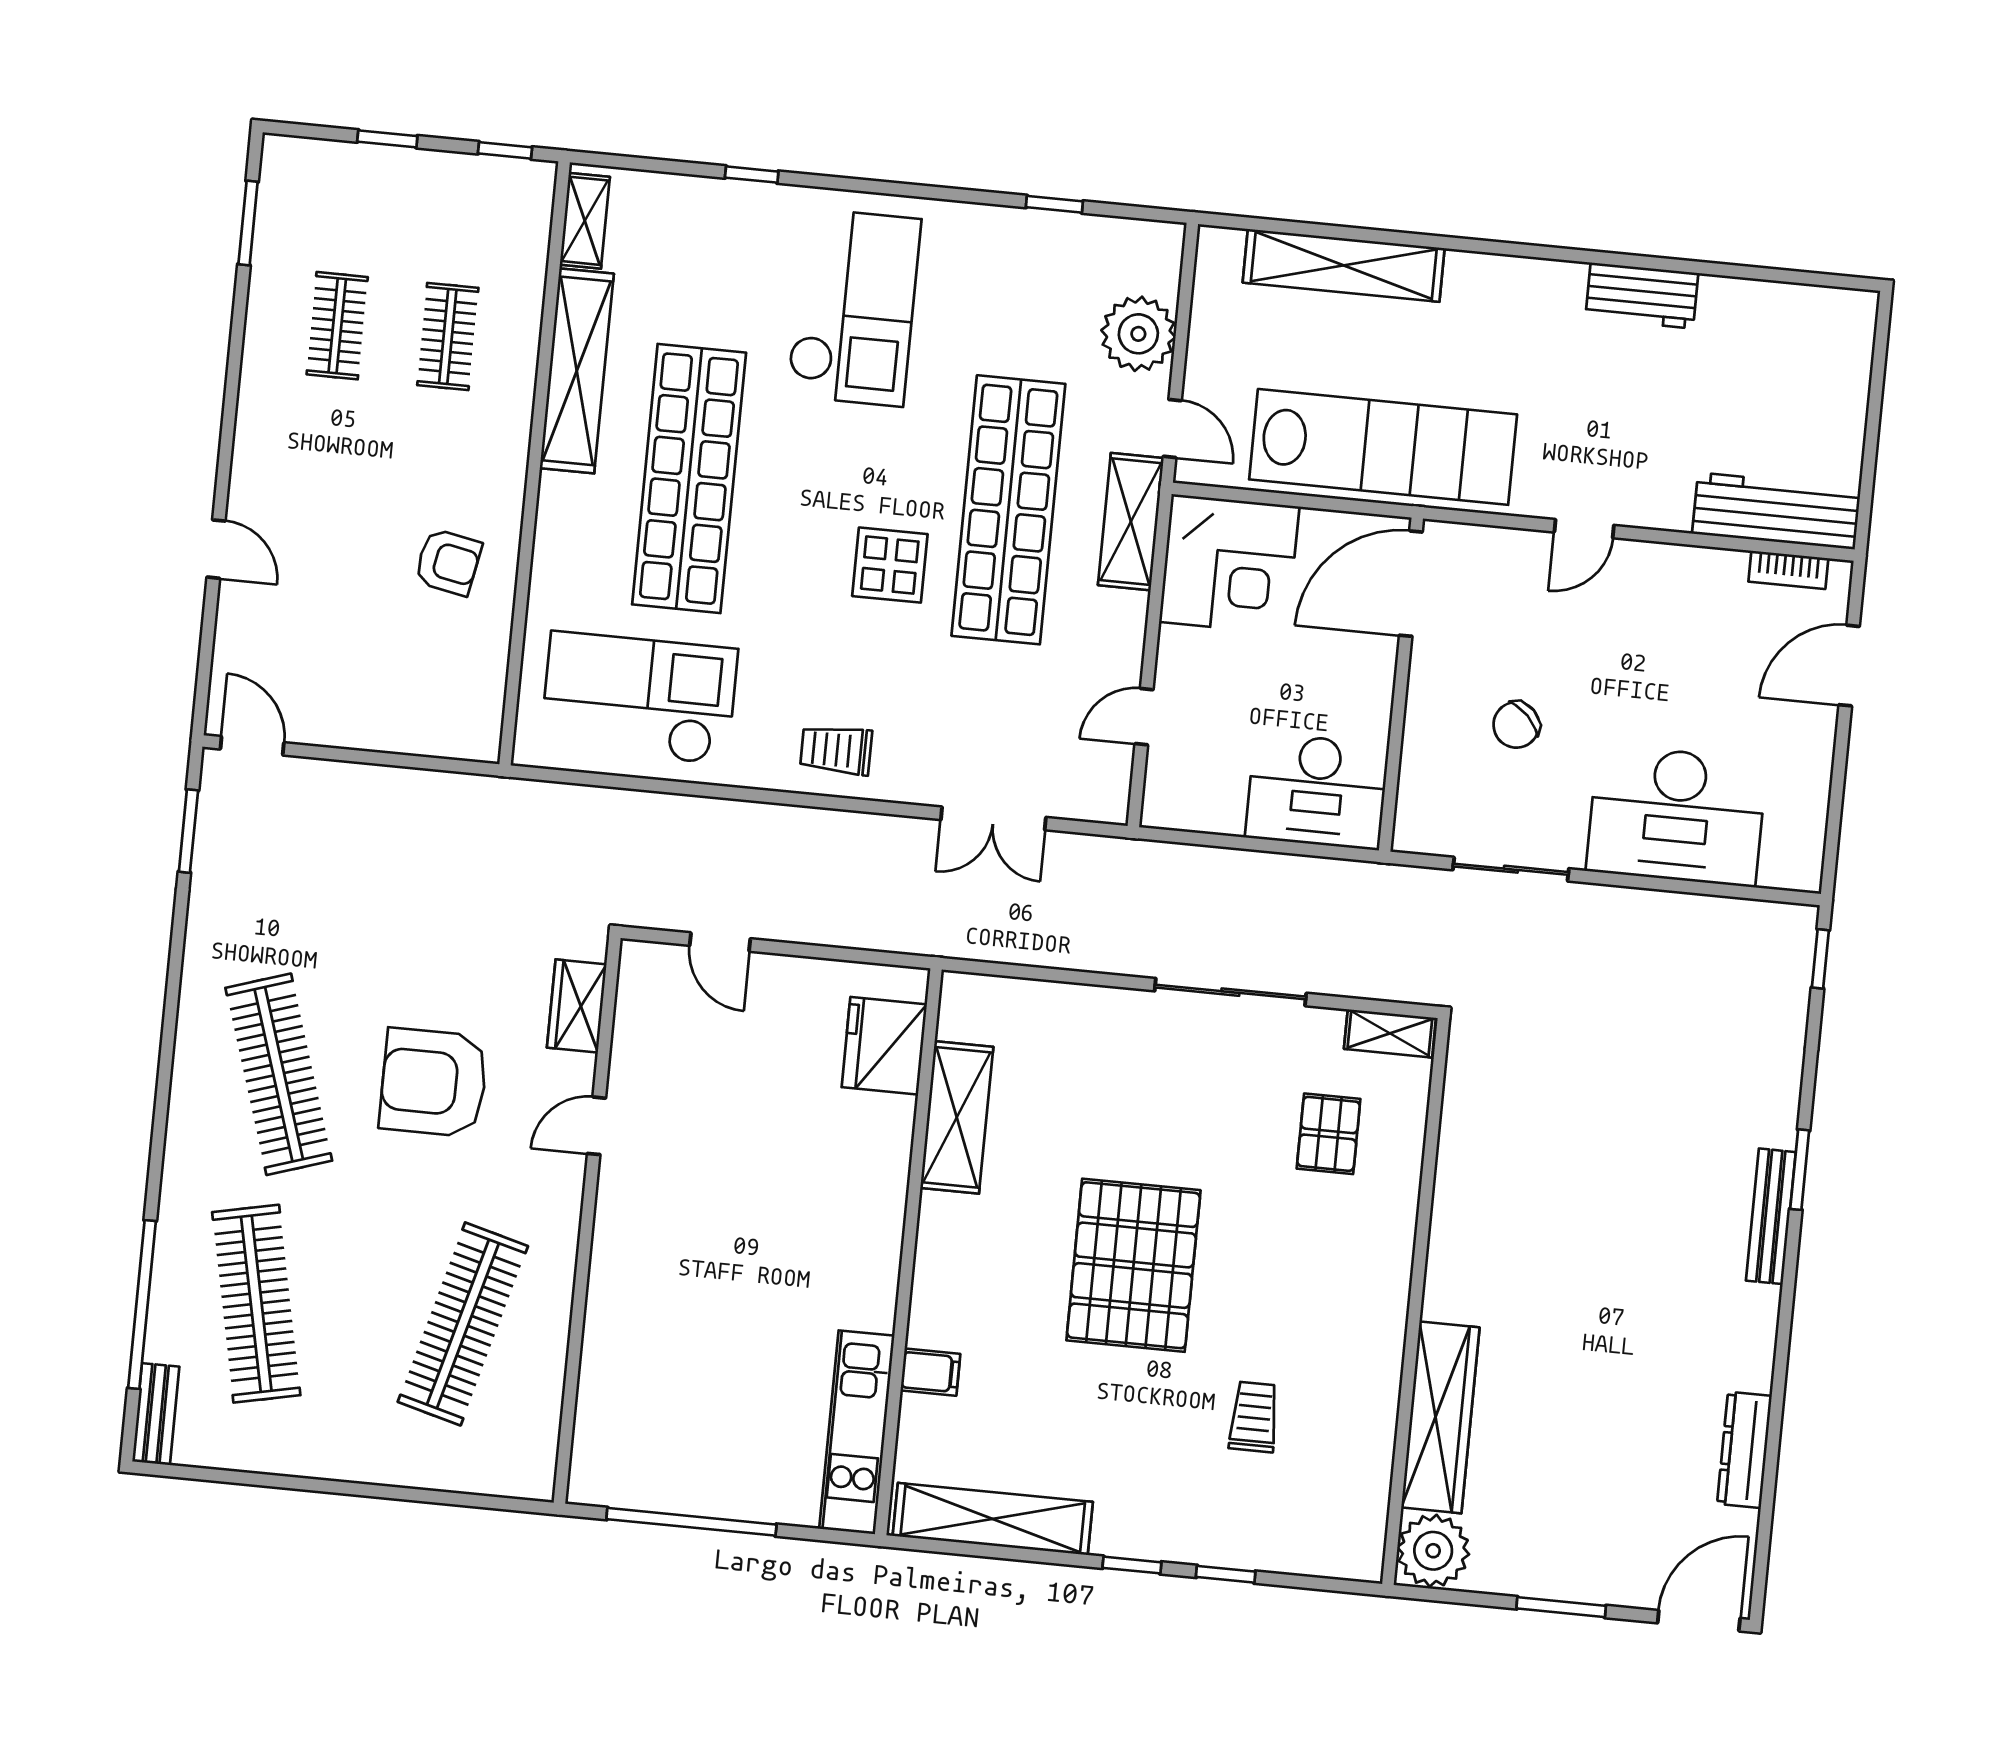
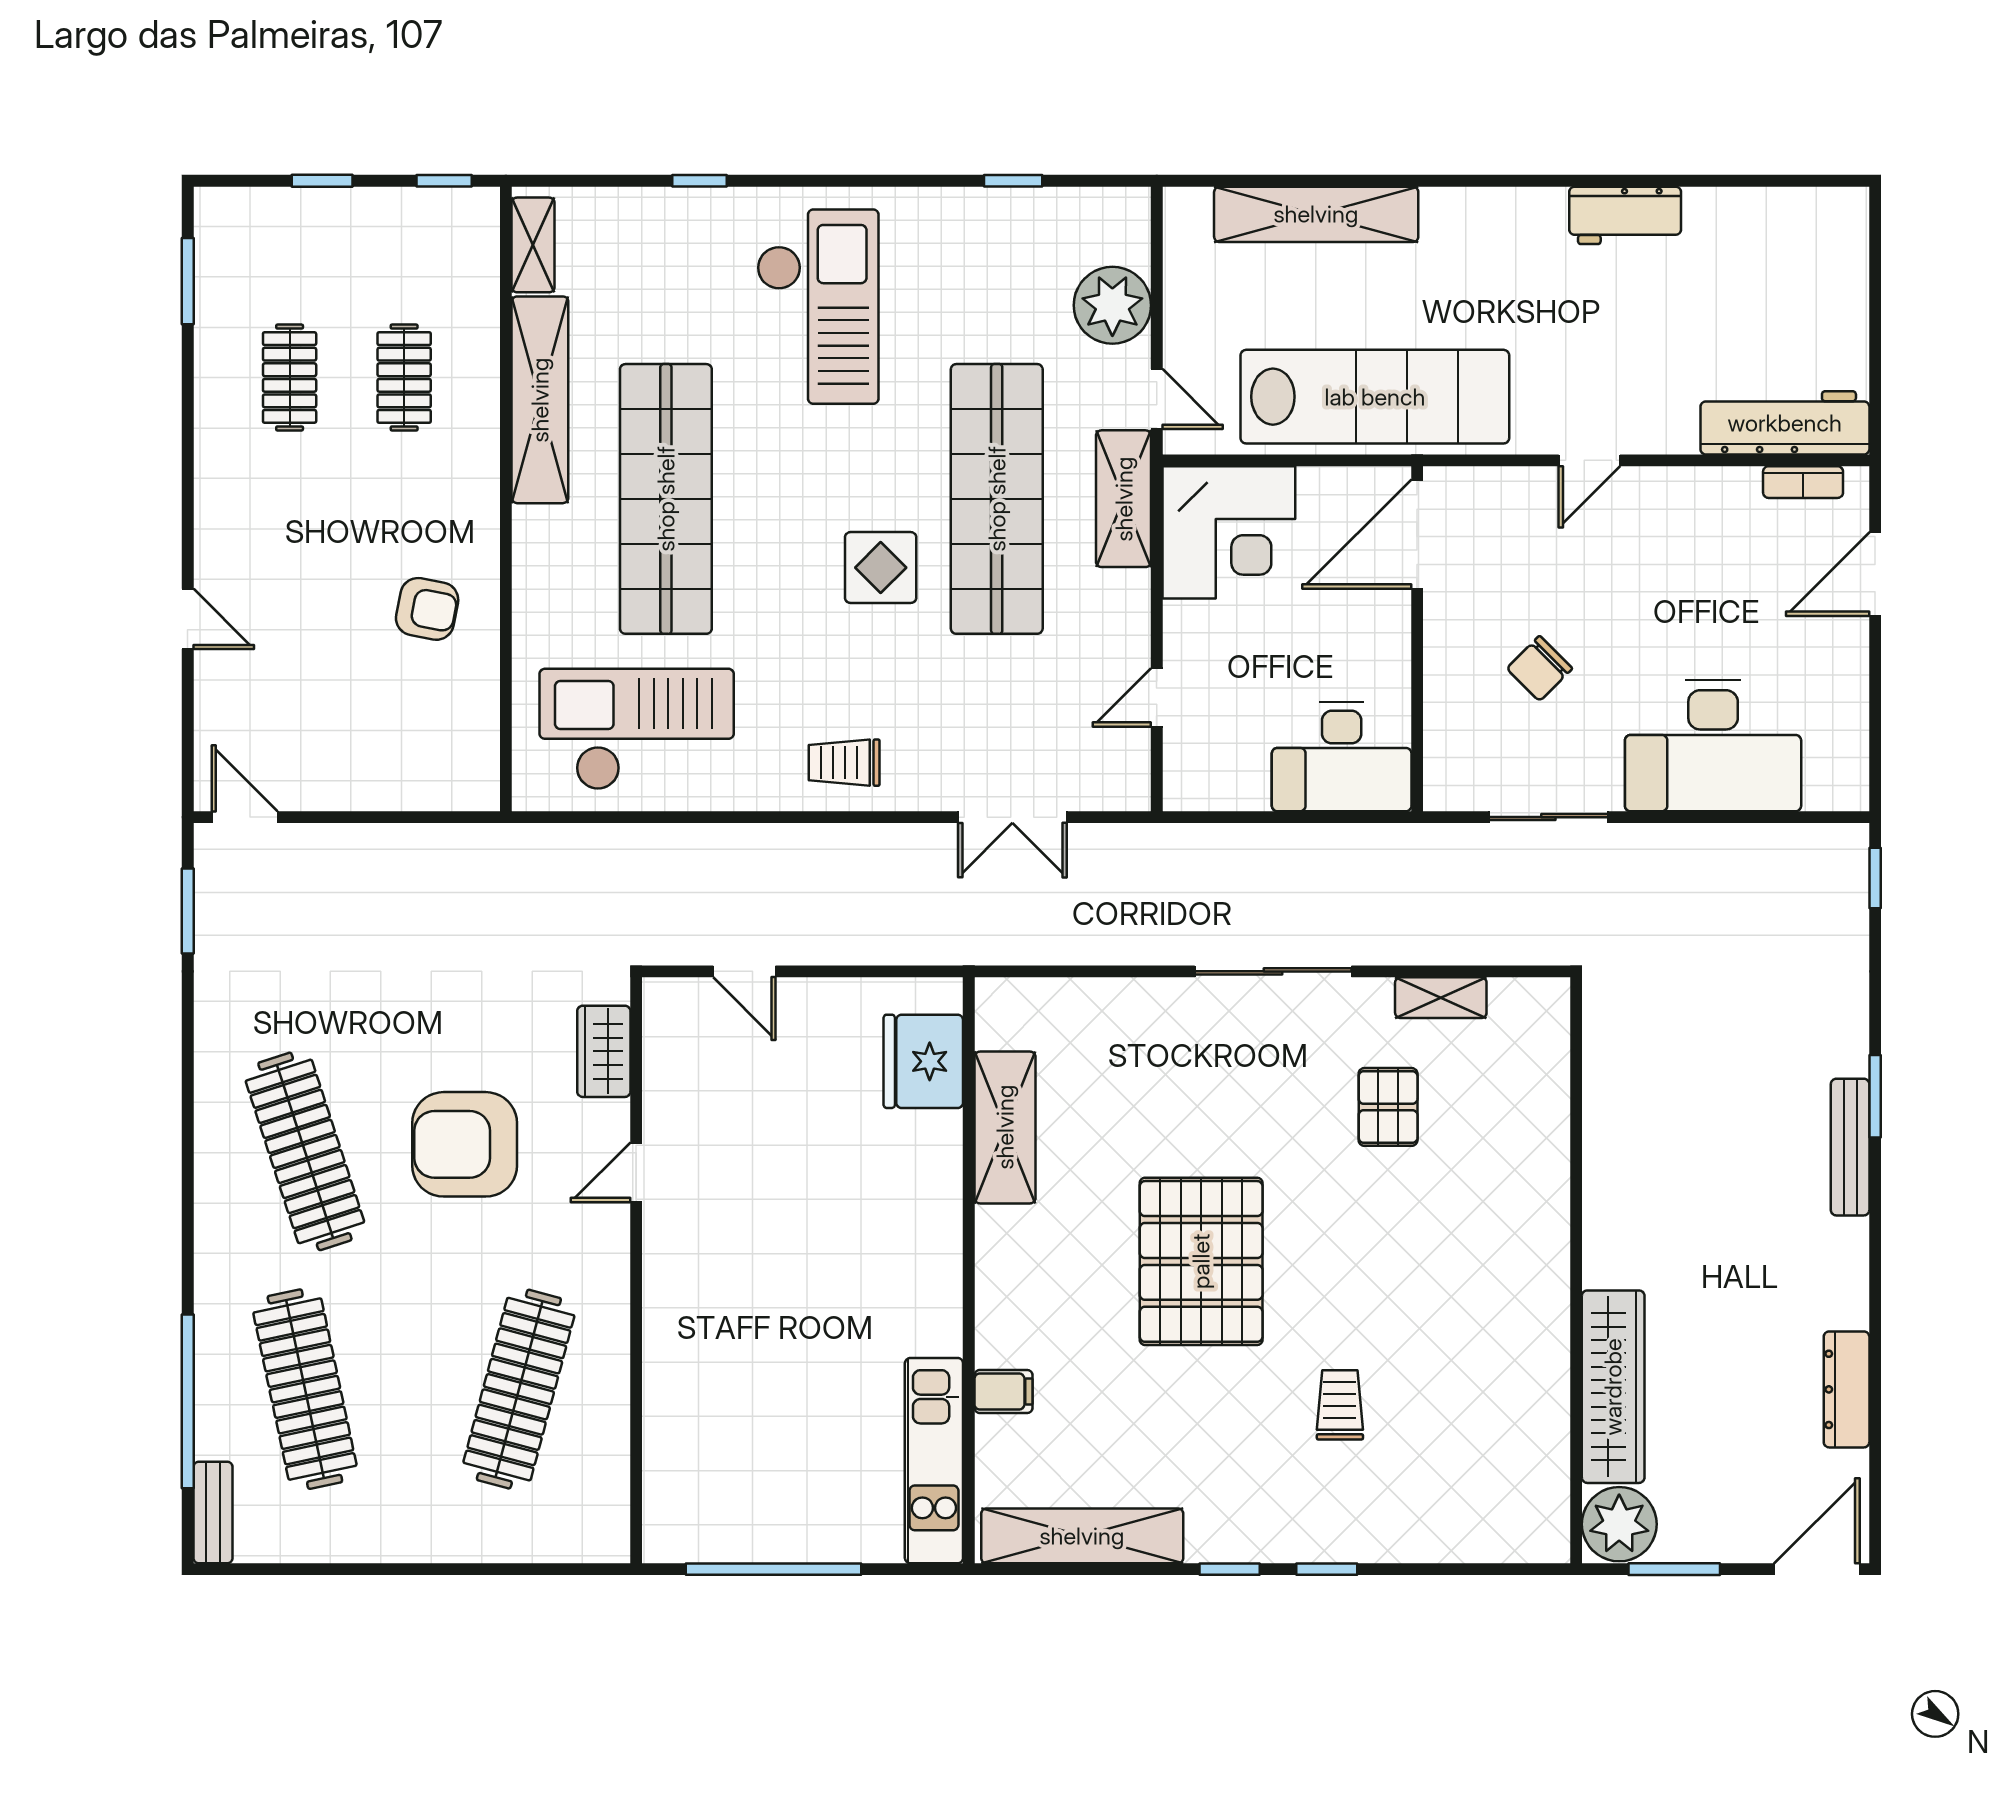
wall: (1416, 1302) -> (1576, 1270), moved
wardrobe: (1440, 1417) -> (1613, 1387), moved
plant: (1433, 1551) -> (1619, 1524), moved

